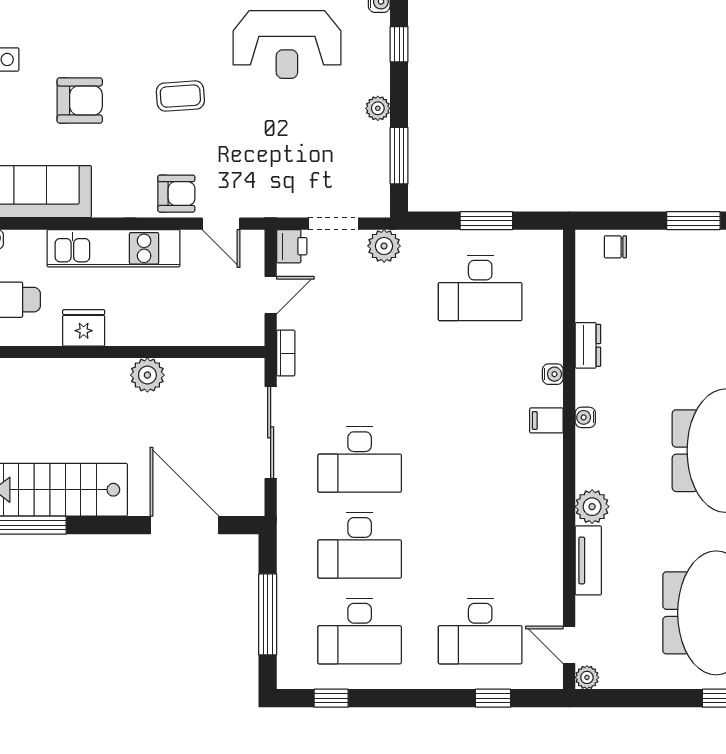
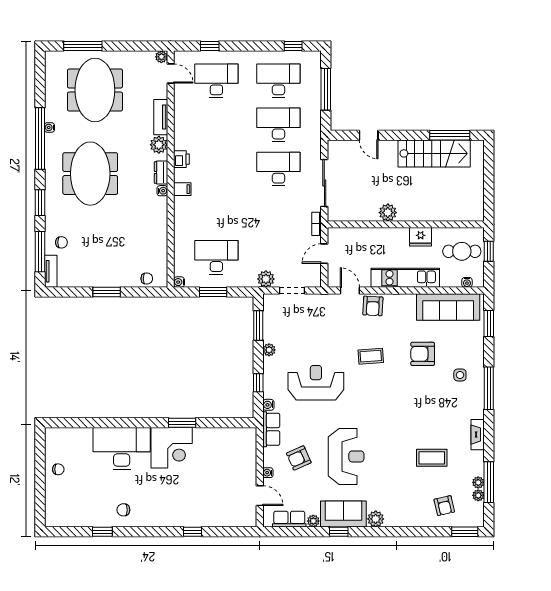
armchair: (176, 194) -> (373, 306), turned -87
printer: (292, 246) -> (181, 159), moved, turned 180
dresser: (588, 345) -> (161, 173), moved
water cooler: (553, 374) -> (179, 282), moved
door: (185, 525) -> (369, 135), width x0.53

